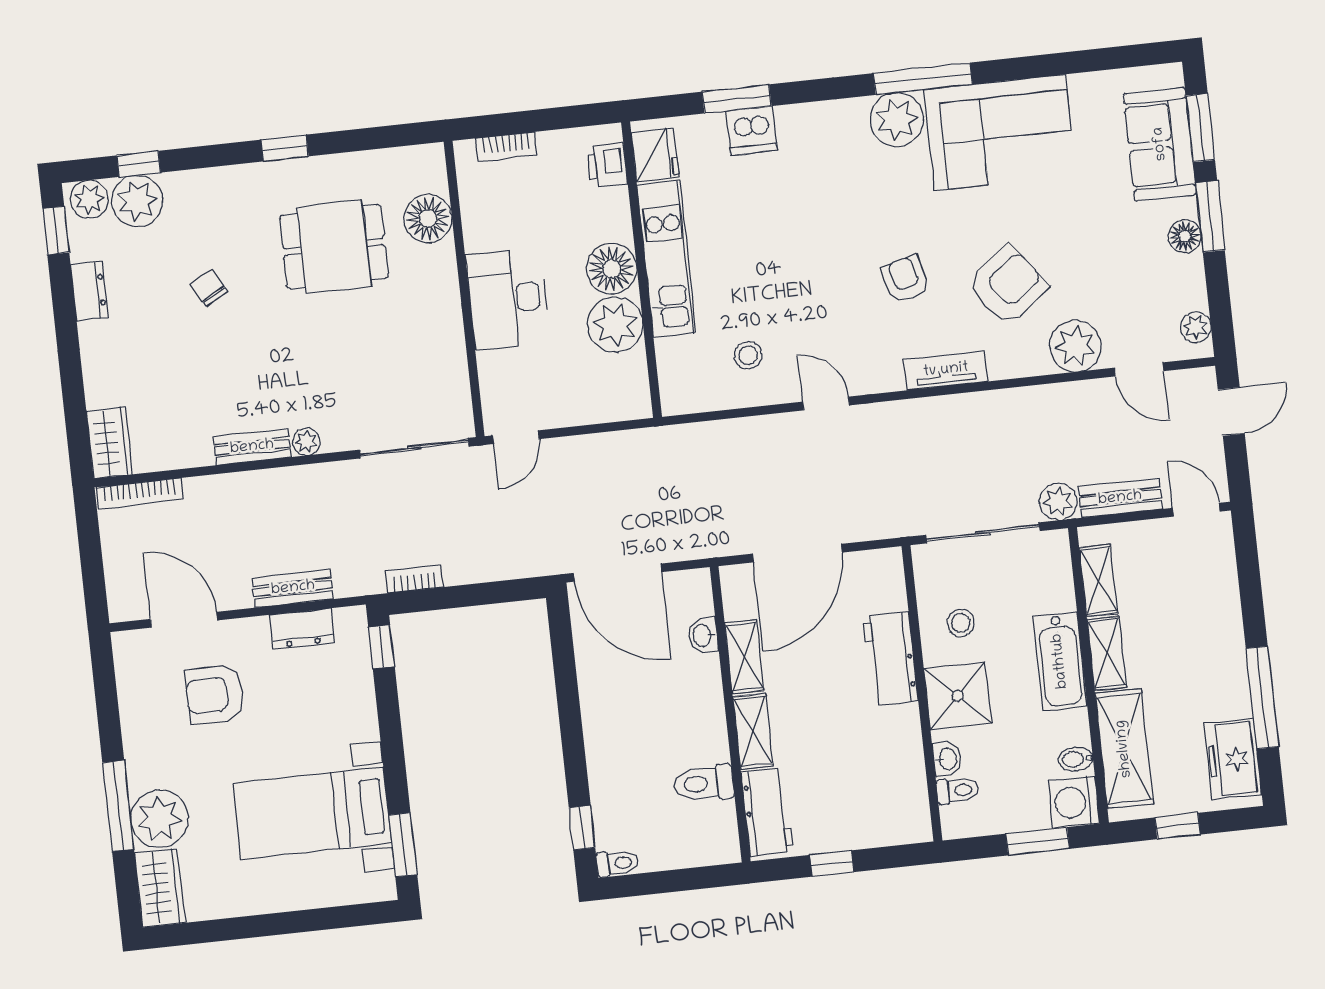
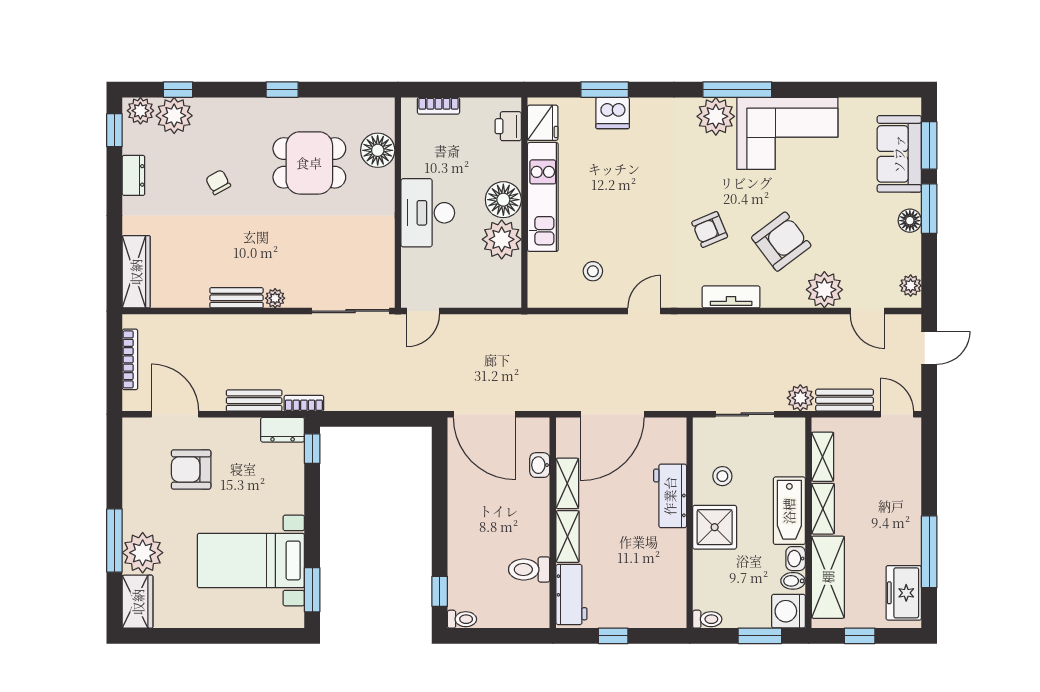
armchair: (905, 279) -> (710, 230), turned -98
door: (826, 403) -> (644, 311), hinge flipped
wardrobe: (110, 443) -> (136, 272), width x1.50
bookcase: (140, 493) -> (130, 359), moved, turned -90
sliding door: (983, 533) -> (745, 414), width x0.73
bookcase: (414, 579) -> (304, 403), moved
dresser: (302, 629) -> (283, 430), moved
washbasin: (947, 759) -> (796, 559), moved, turned 180
toilet: (958, 790) -> (707, 619), moved

